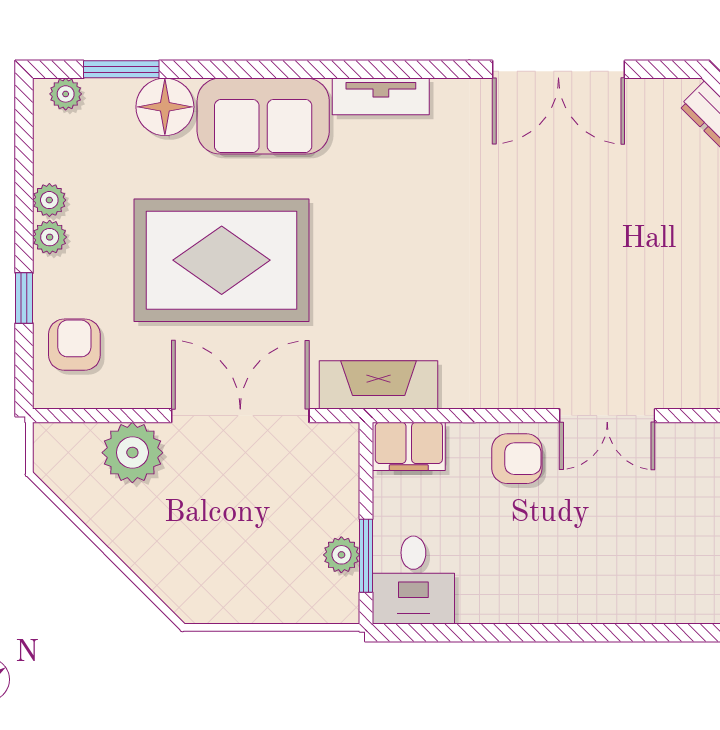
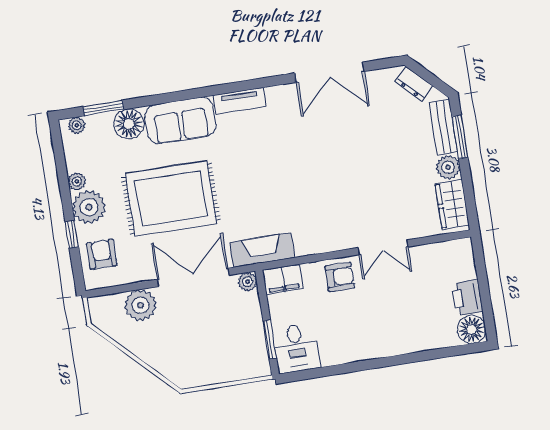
plant: (50, 237) -> (89, 207), width x1.87, depth x1.87
plant: (341, 555) -> (248, 282), moved

